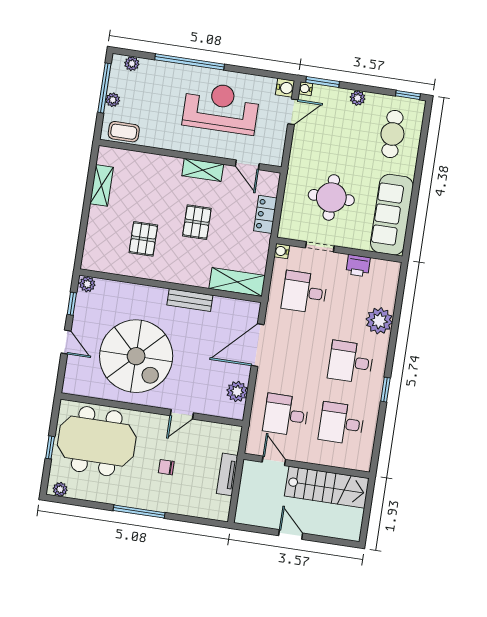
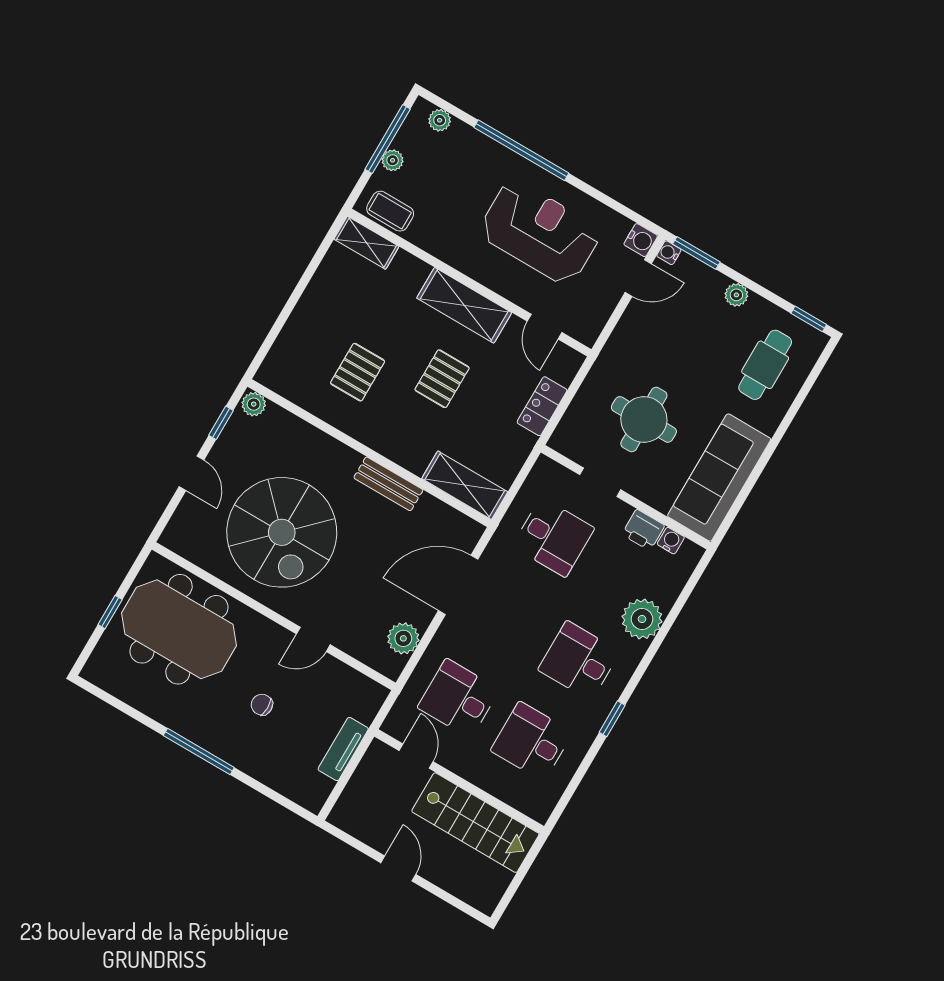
shelving: (203, 170) -> (464, 305), width x1.50, depth x1.33
shelving: (102, 185) -> (366, 243), moved, turned 90
water cooler: (282, 251) -> (671, 541), moved, turned 90
desk: (304, 292) -> (553, 537), turned 180
plant: (60, 489) -> (101, 676), removed

